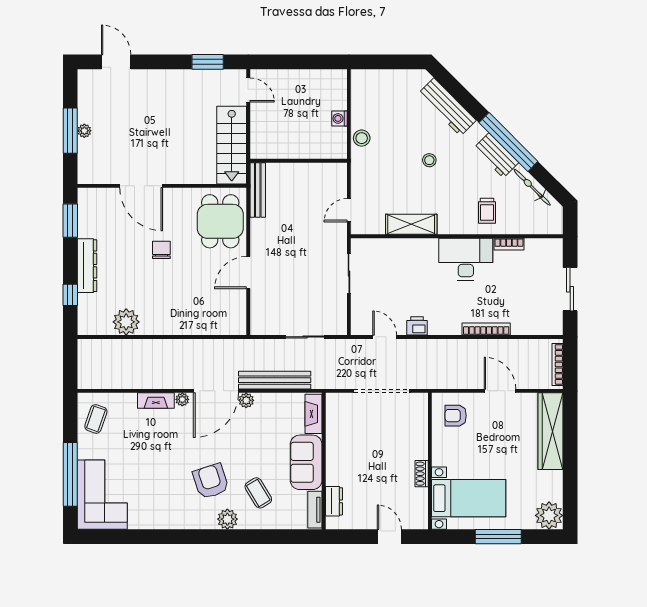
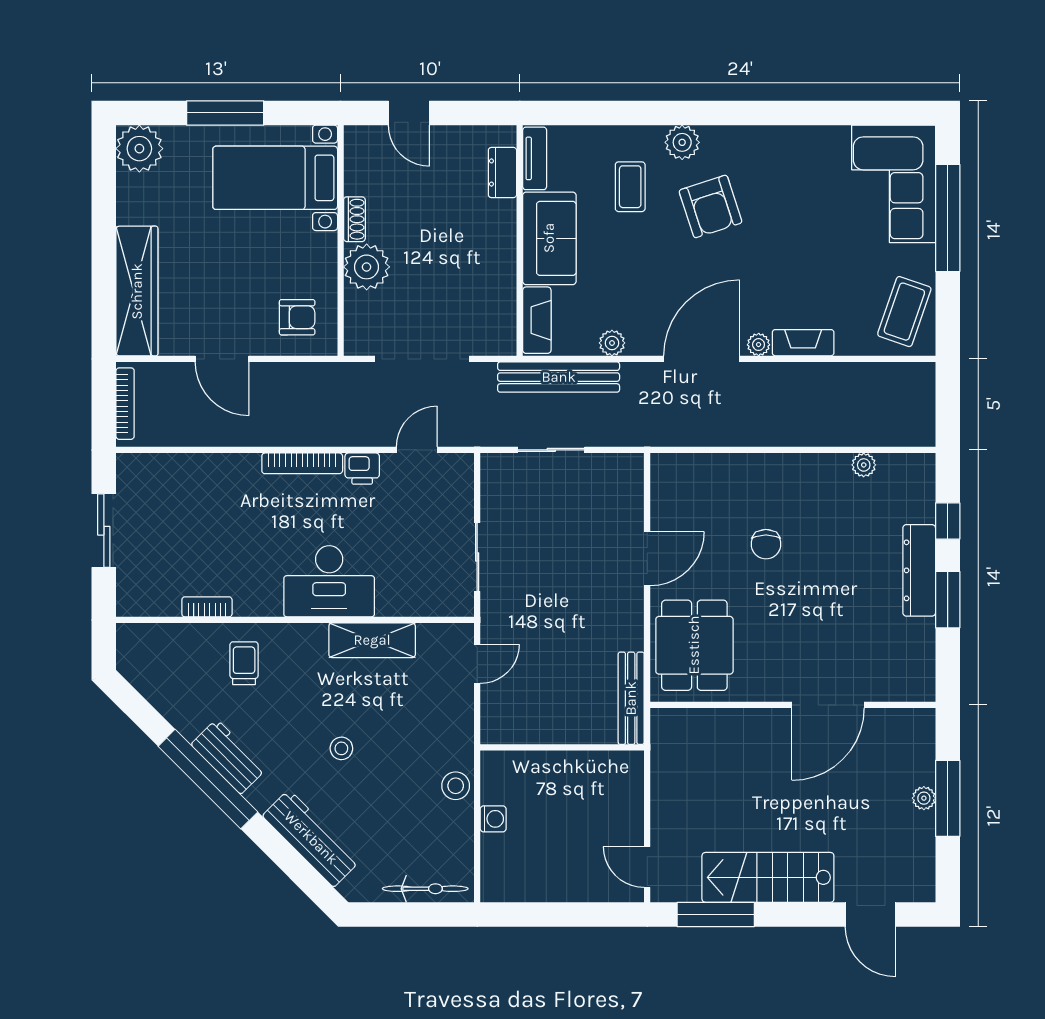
window: (208, 62) -> (716, 914), width x1.44
stairs: (232, 145) -> (768, 877), moved, turned -90
door: (141, 186) -> (828, 705), swing flipped
bicycle: (532, 187) -> (425, 889), moved, turned -45
window: (70, 221) -> (948, 600), moved
chair: (161, 250) -> (766, 544), moved
desk: (466, 259) -> (329, 581), moved
plant: (126, 322) -> (864, 465), width x0.53, depth x0.53
bookcase: (486, 329) -> (302, 463), moved
door: (385, 337) -> (417, 450), swing flipped
bench: (275, 380) -> (559, 377), moved
plant: (246, 400) -> (612, 343), moved
coffee table: (96, 419) -> (904, 312), width x1.36, depth x1.30
plant: (414, 445) -> (367, 267), added
coffee table: (258, 493) -> (630, 187), turned 31

